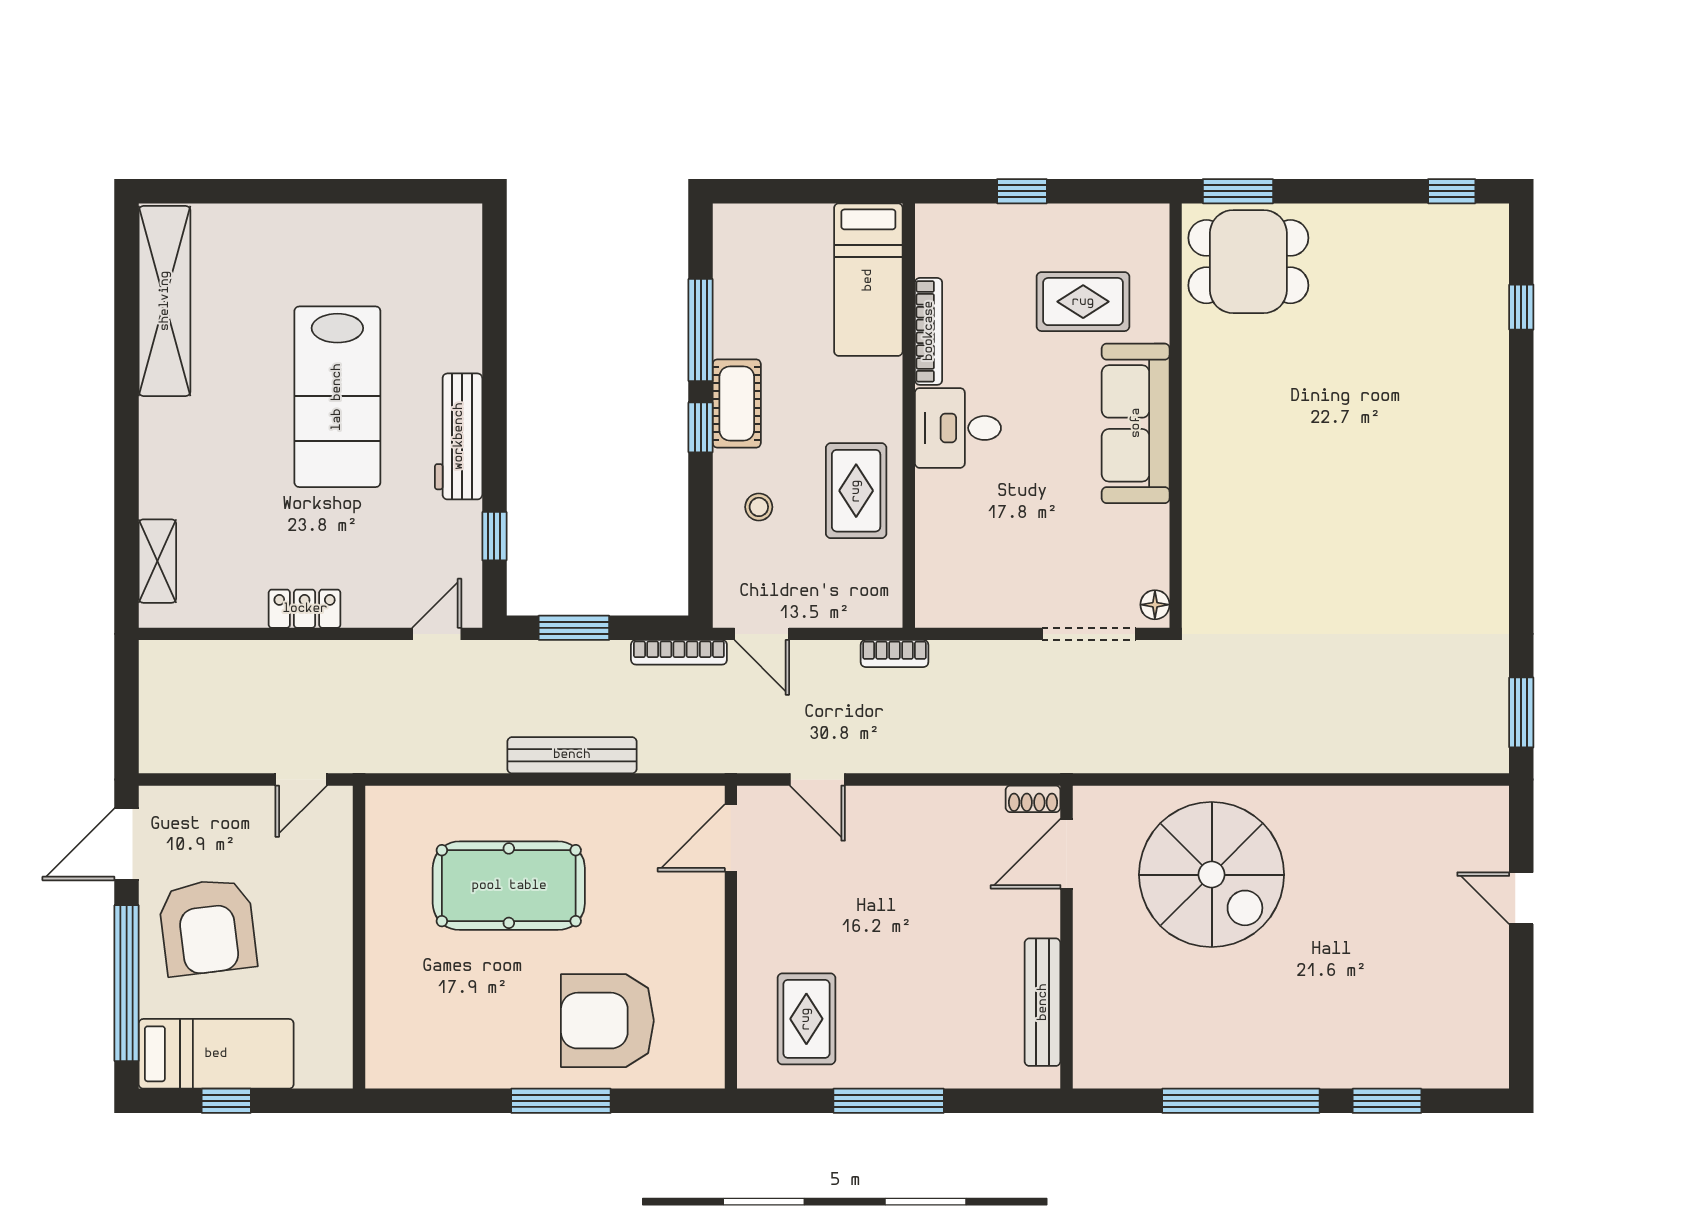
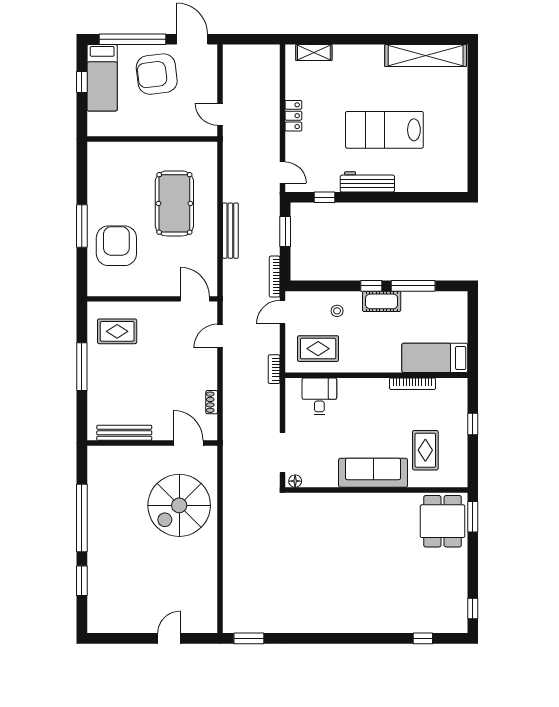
desk: (958, 428) -> (319, 396), moved
rug: (856, 491) -> (318, 349), moved
shoe rack: (1033, 799) -> (212, 402), moved

